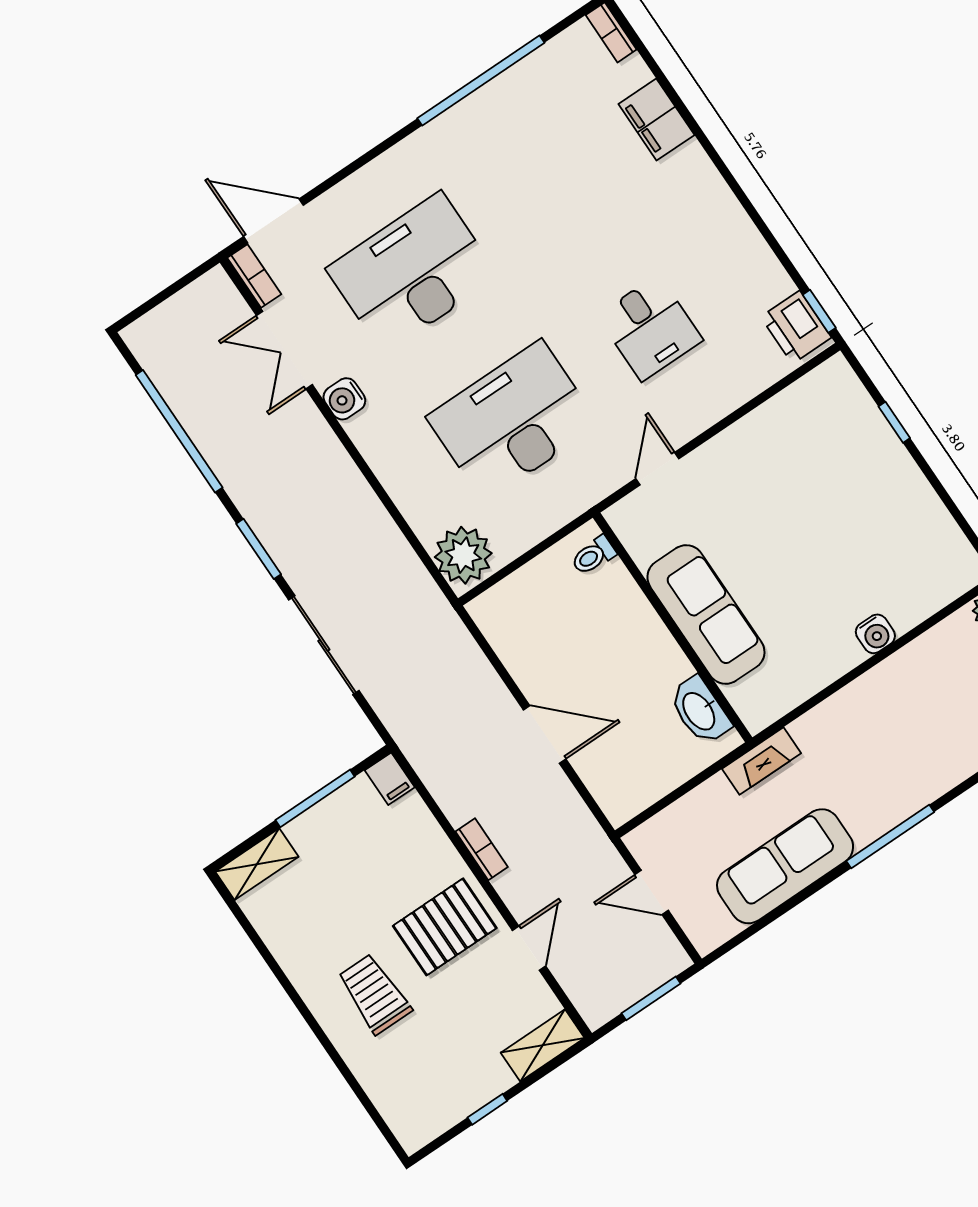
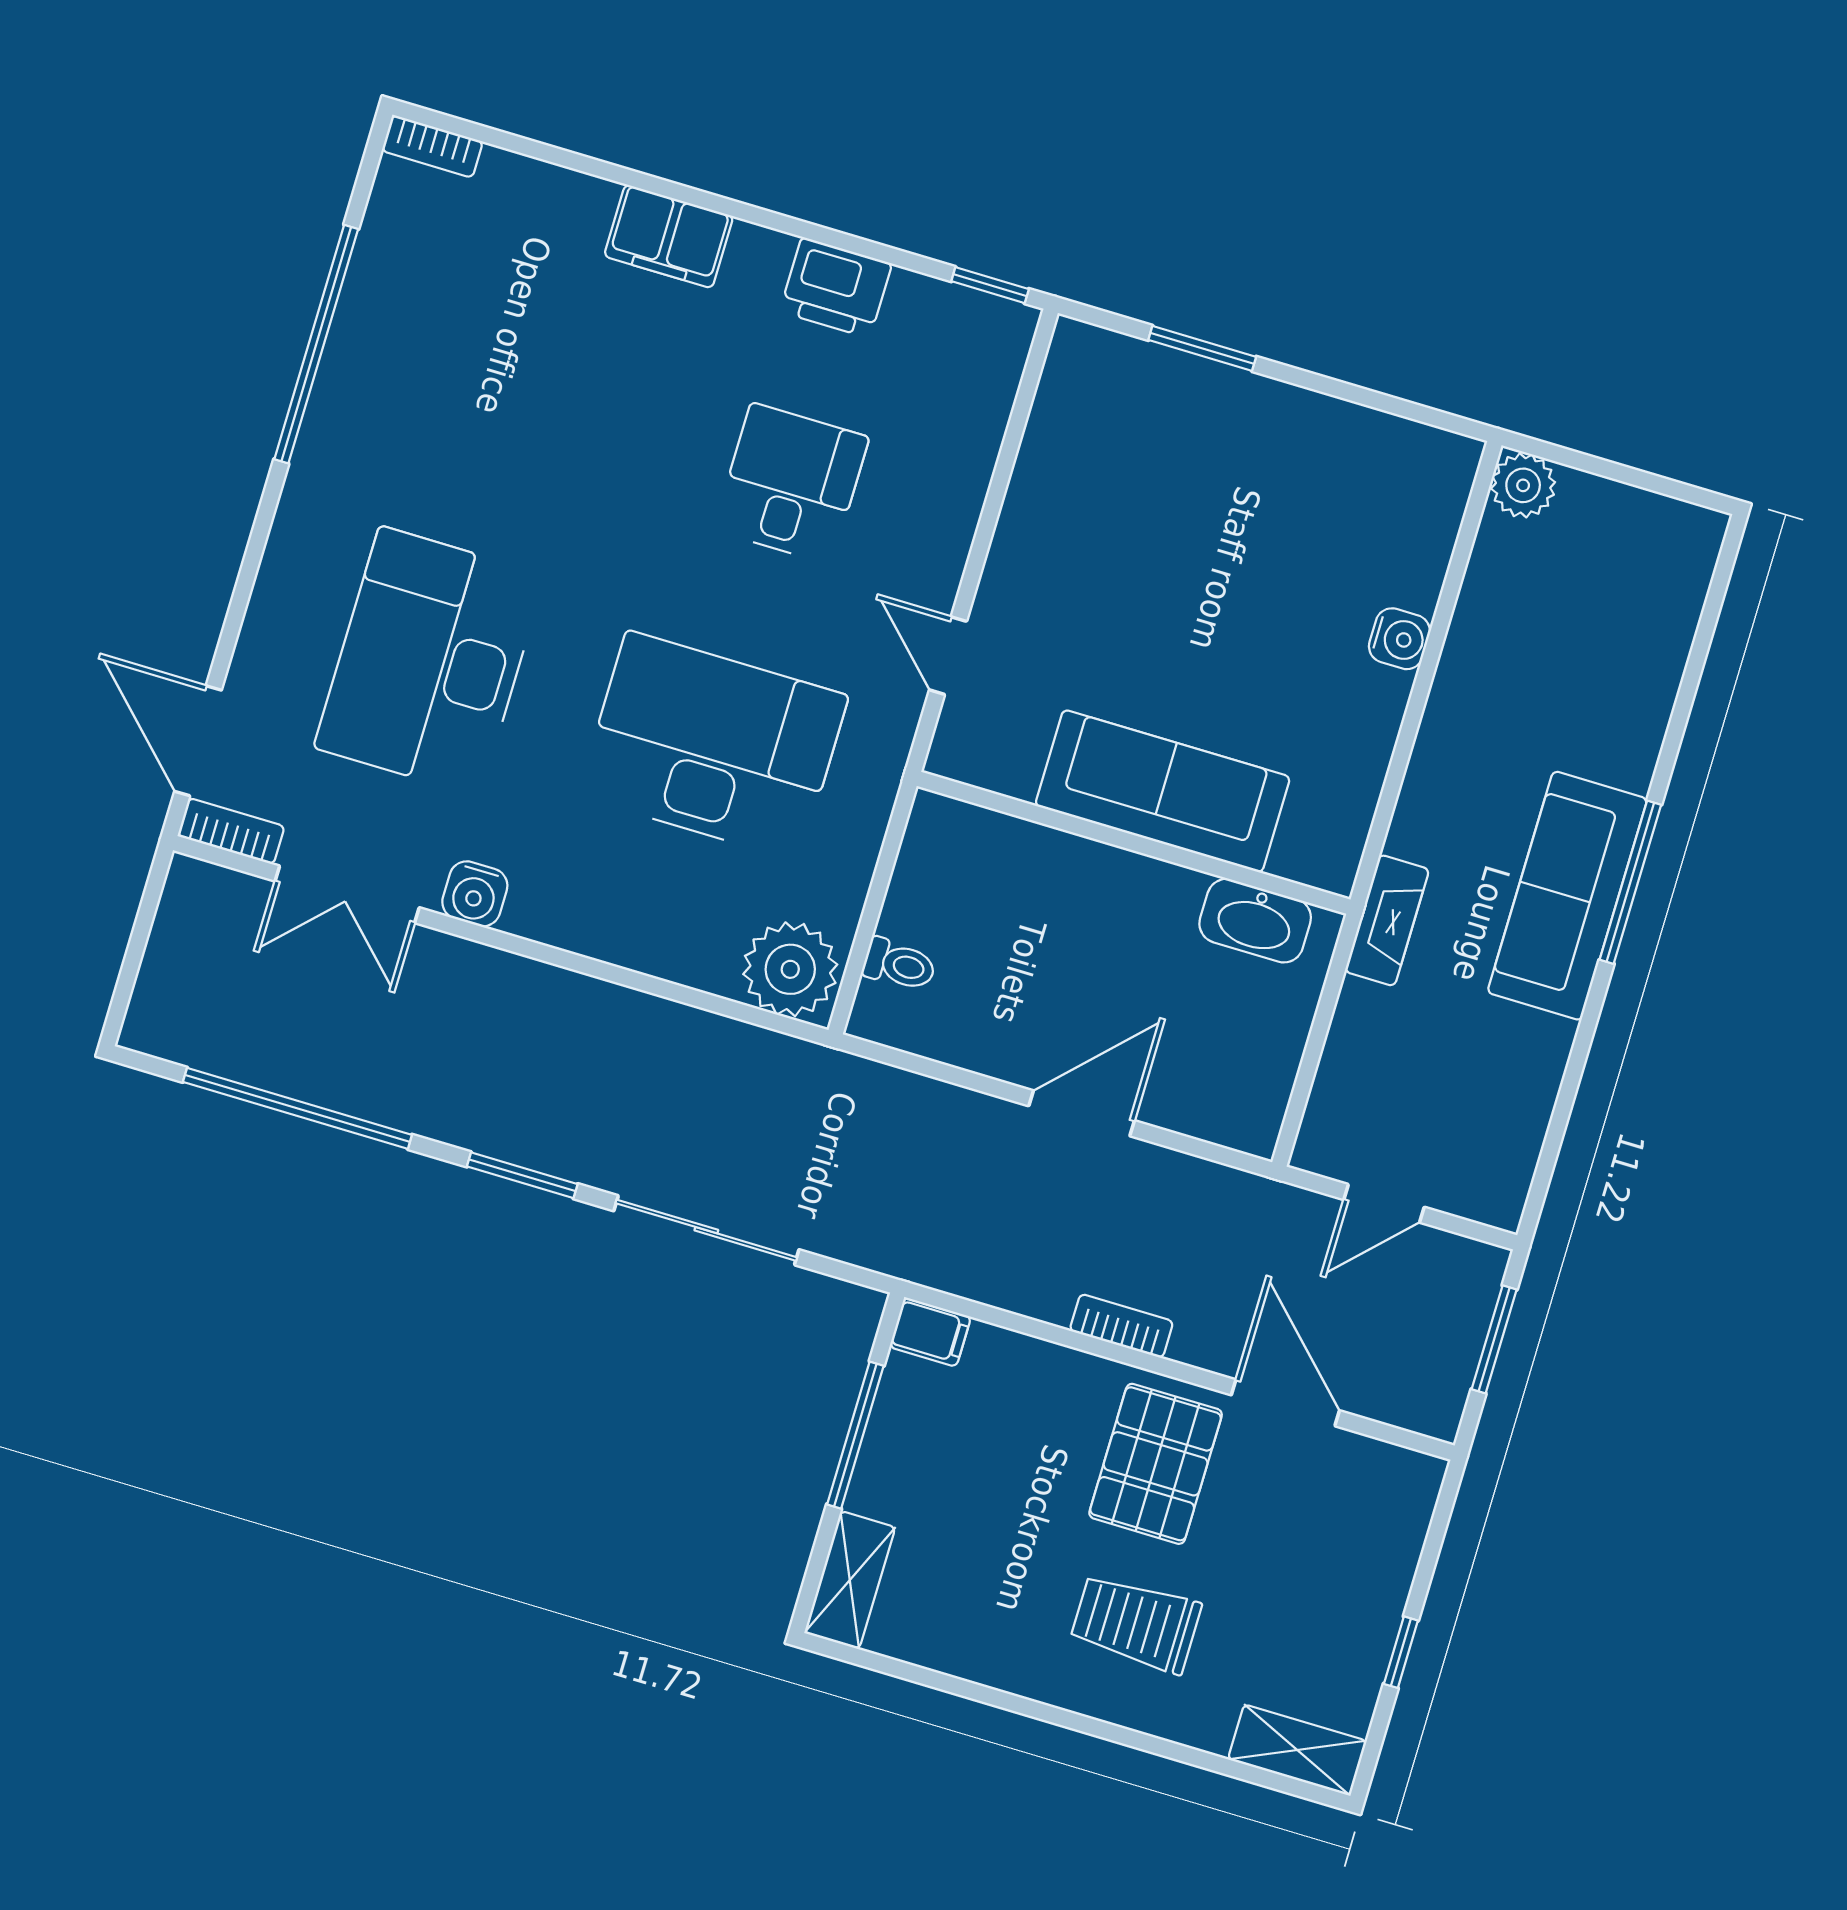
filing cabinet: (656, 119) -> (669, 236), moved
door: (273, 221) -> (198, 741), hinge flipped
printer: (796, 327) -> (836, 288), moved
desk: (650, 328) -> (791, 483), turned -90
desk: (513, 421) -> (713, 746), turned 90
window: (894, 422) -> (1202, 348), width x1.50
toilet: (593, 555) -> (899, 965), moved, turned -90
sofa: (785, 866) -> (1567, 896), moved
door: (529, 948) -> (1285, 1403), width x1.38
shelving: (543, 1045) -> (1297, 1750), moved, turned 90

